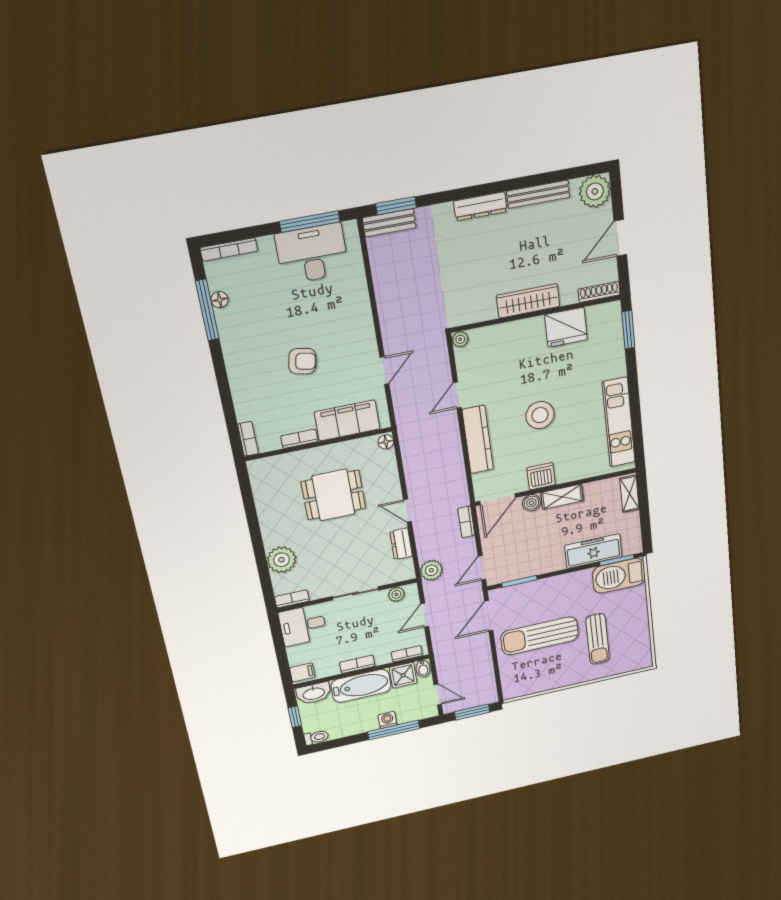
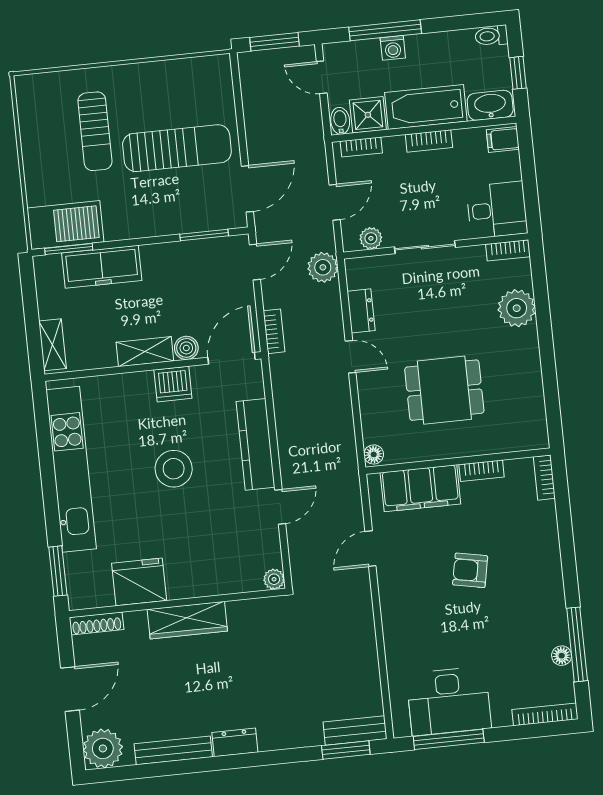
dresser: (480, 206) -> (235, 742), width x0.70
kitchen unit: (619, 422) -> (71, 469), width x1.36
sun lounger: (598, 639) -> (95, 131), turned 180

